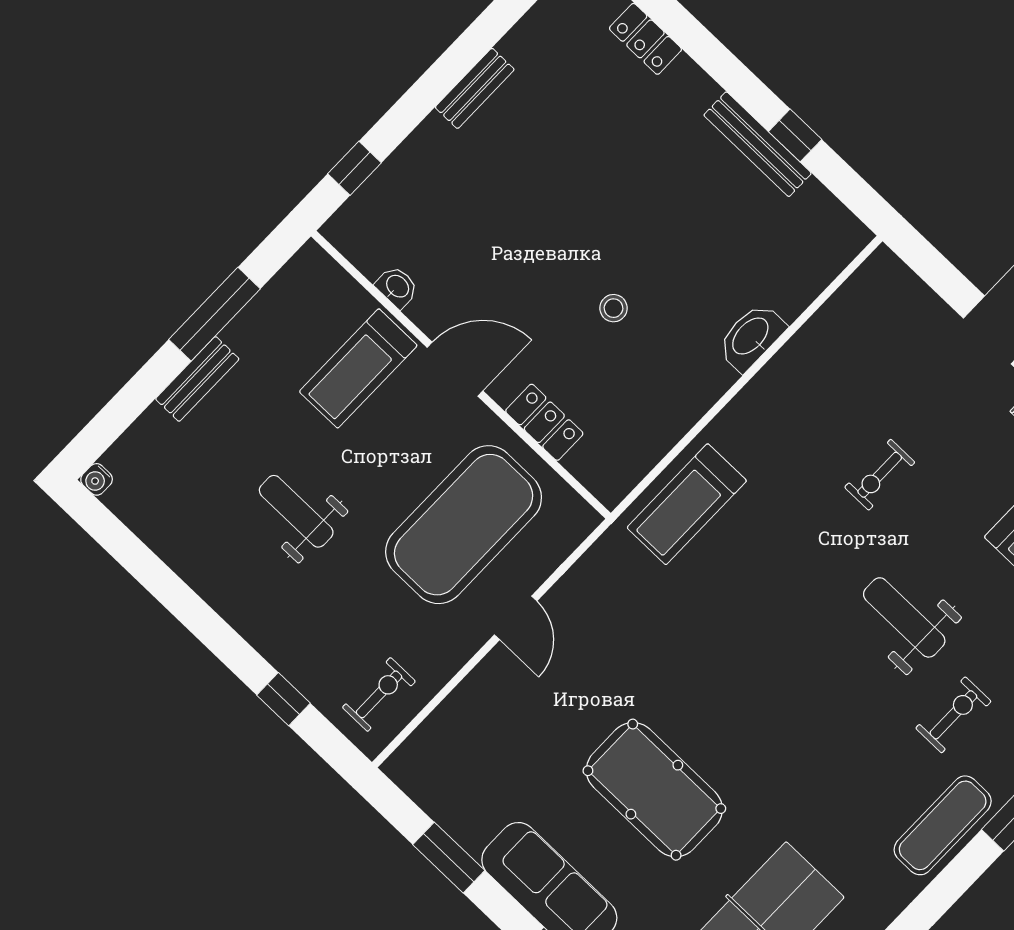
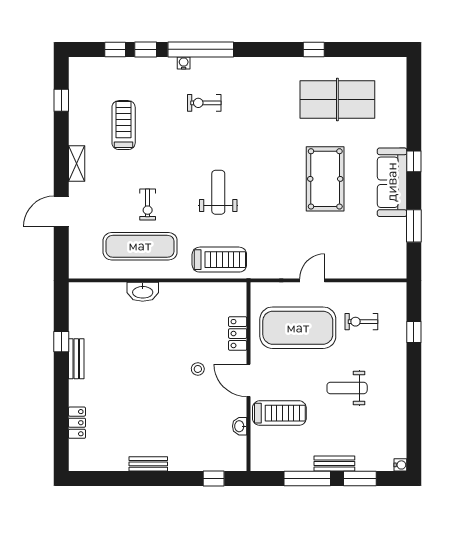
bench: (758, 144) -> (76, 359), width x0.73
stool: (613, 308) -> (198, 369), moved
window: (136, 396) -> (360, 479), added
exercise bike: (880, 475) -> (148, 205), turned 90
weight bench: (296, 511) -> (347, 388), turned 90
weight bench: (904, 617) -> (218, 192), moved, turned 180
exercise bike: (379, 694) -> (361, 322), moved
exercise mat: (943, 825) -> (140, 246), moved, width x1.36, depth x1.45

